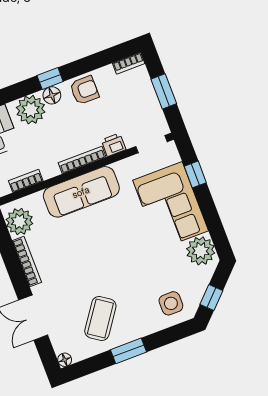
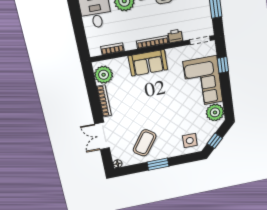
sofa: (81, 192) -> (148, 63), width x0.73

